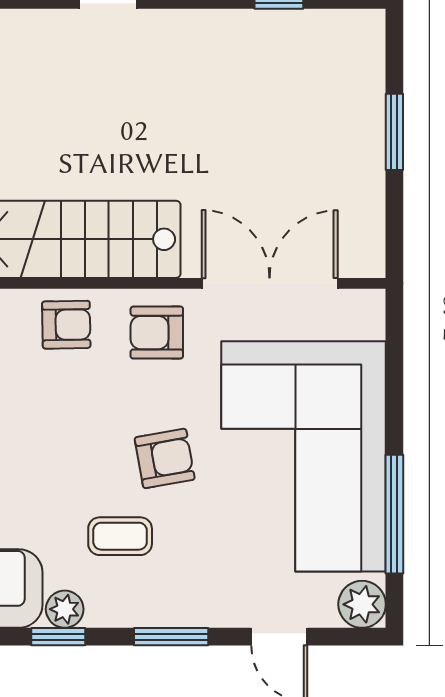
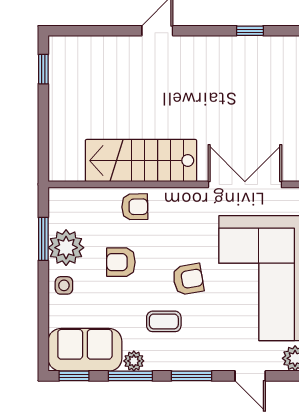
armchair: (157, 333) -> (121, 262), moved
window: (58, 637) -> (130, 376), width x1.50

